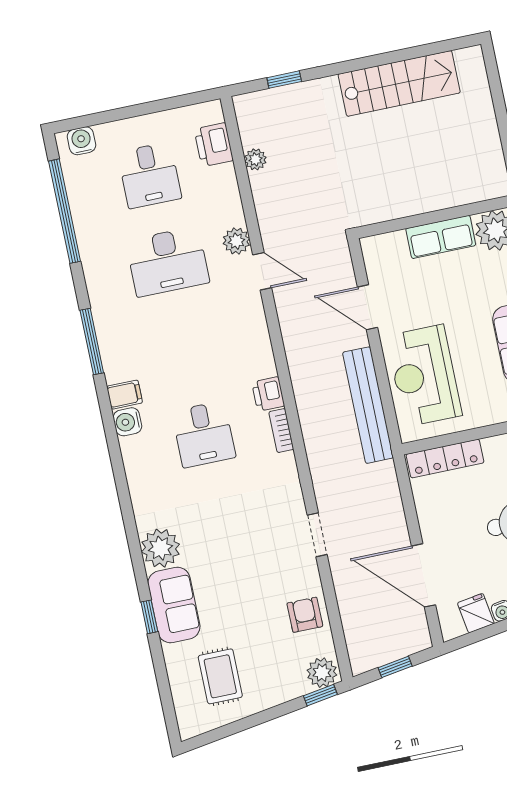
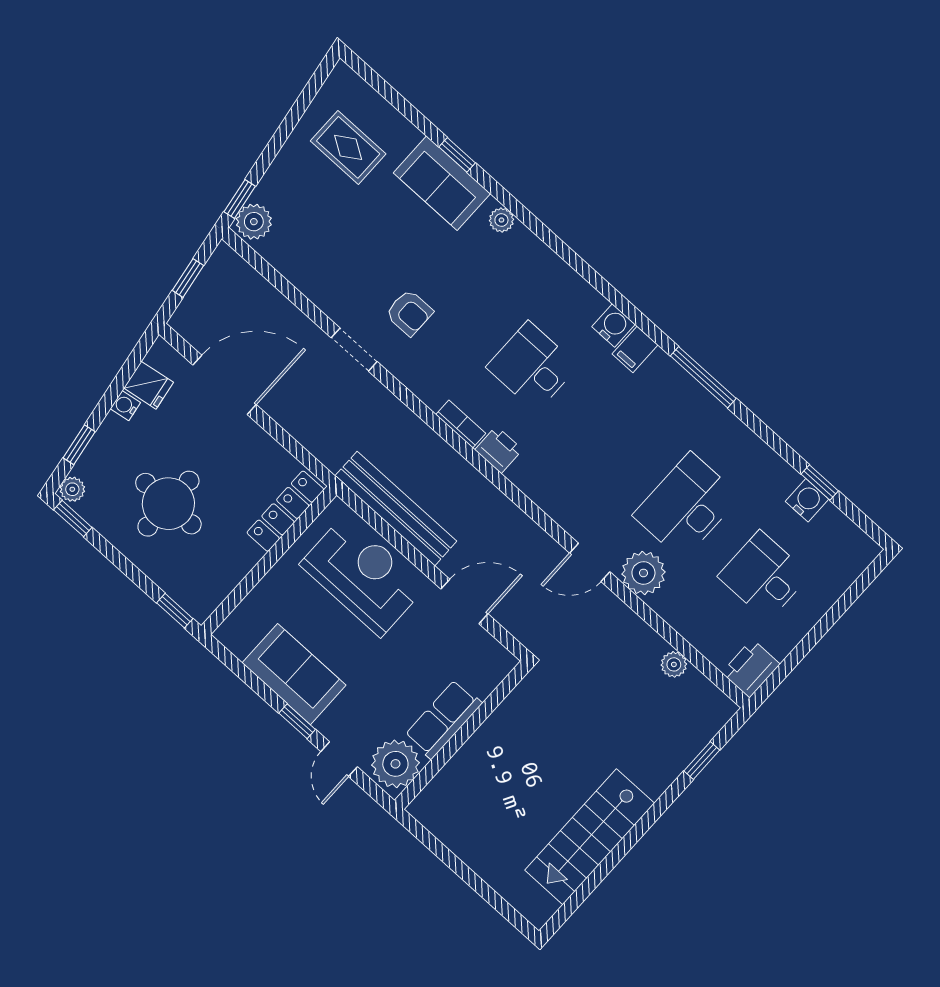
water cooler: (81, 141) -> (807, 500), moved, turned -90
printer: (214, 145) -> (751, 668), moved, turned -90
window: (65, 211) -> (820, 482), width x0.32
plant: (236, 241) -> (643, 573), width x1.36, depth x1.36
plant: (160, 548) -> (501, 220), width x0.53, depth x0.53
armchair: (305, 615) -> (409, 313), moved

